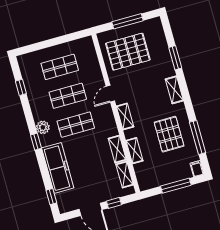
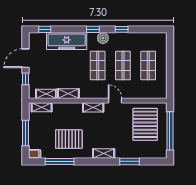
window: (127, 21) -> (170, 131), width x1.46
window: (21, 87) -> (122, 29), moved
shelving: (134, 151) -> (42, 107), moved

